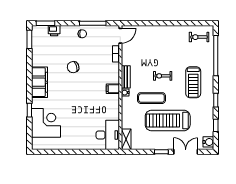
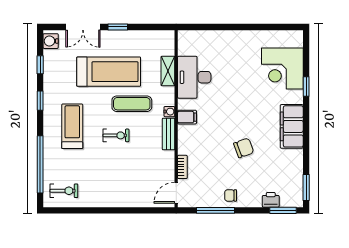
desk: (108, 135) -> (194, 77), moved
shelving: (126, 139) -> (168, 71), moved

